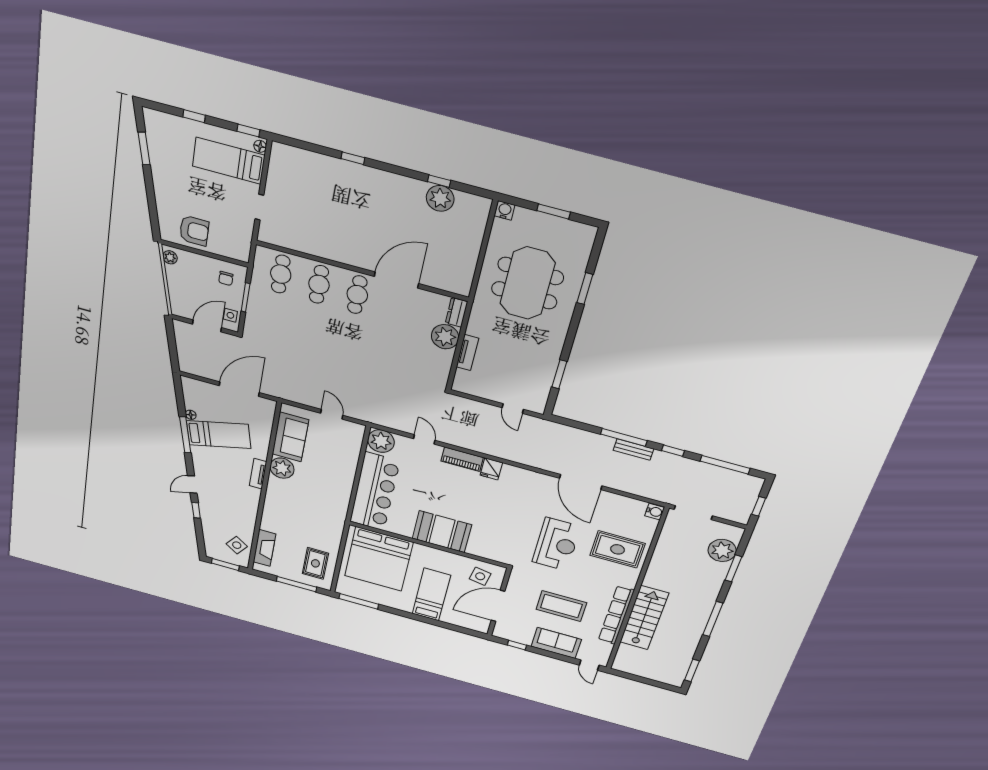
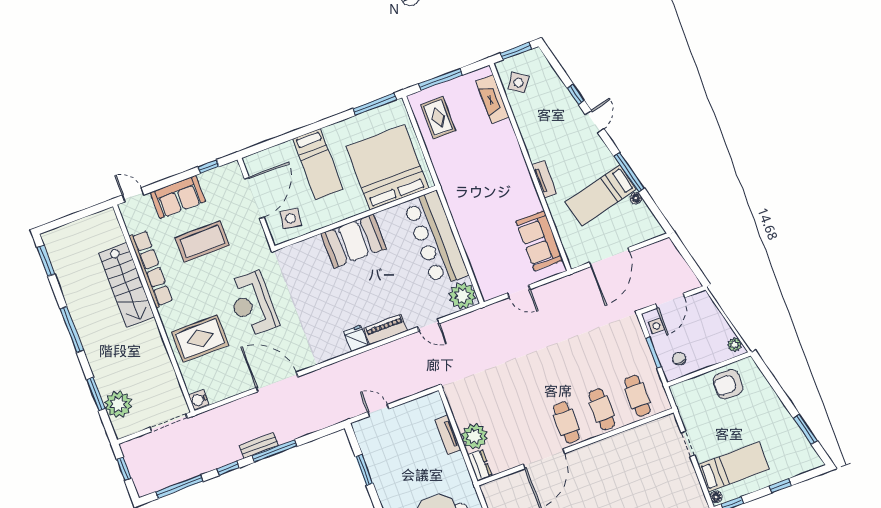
plant: (282, 468) -> (528, 202), removed

